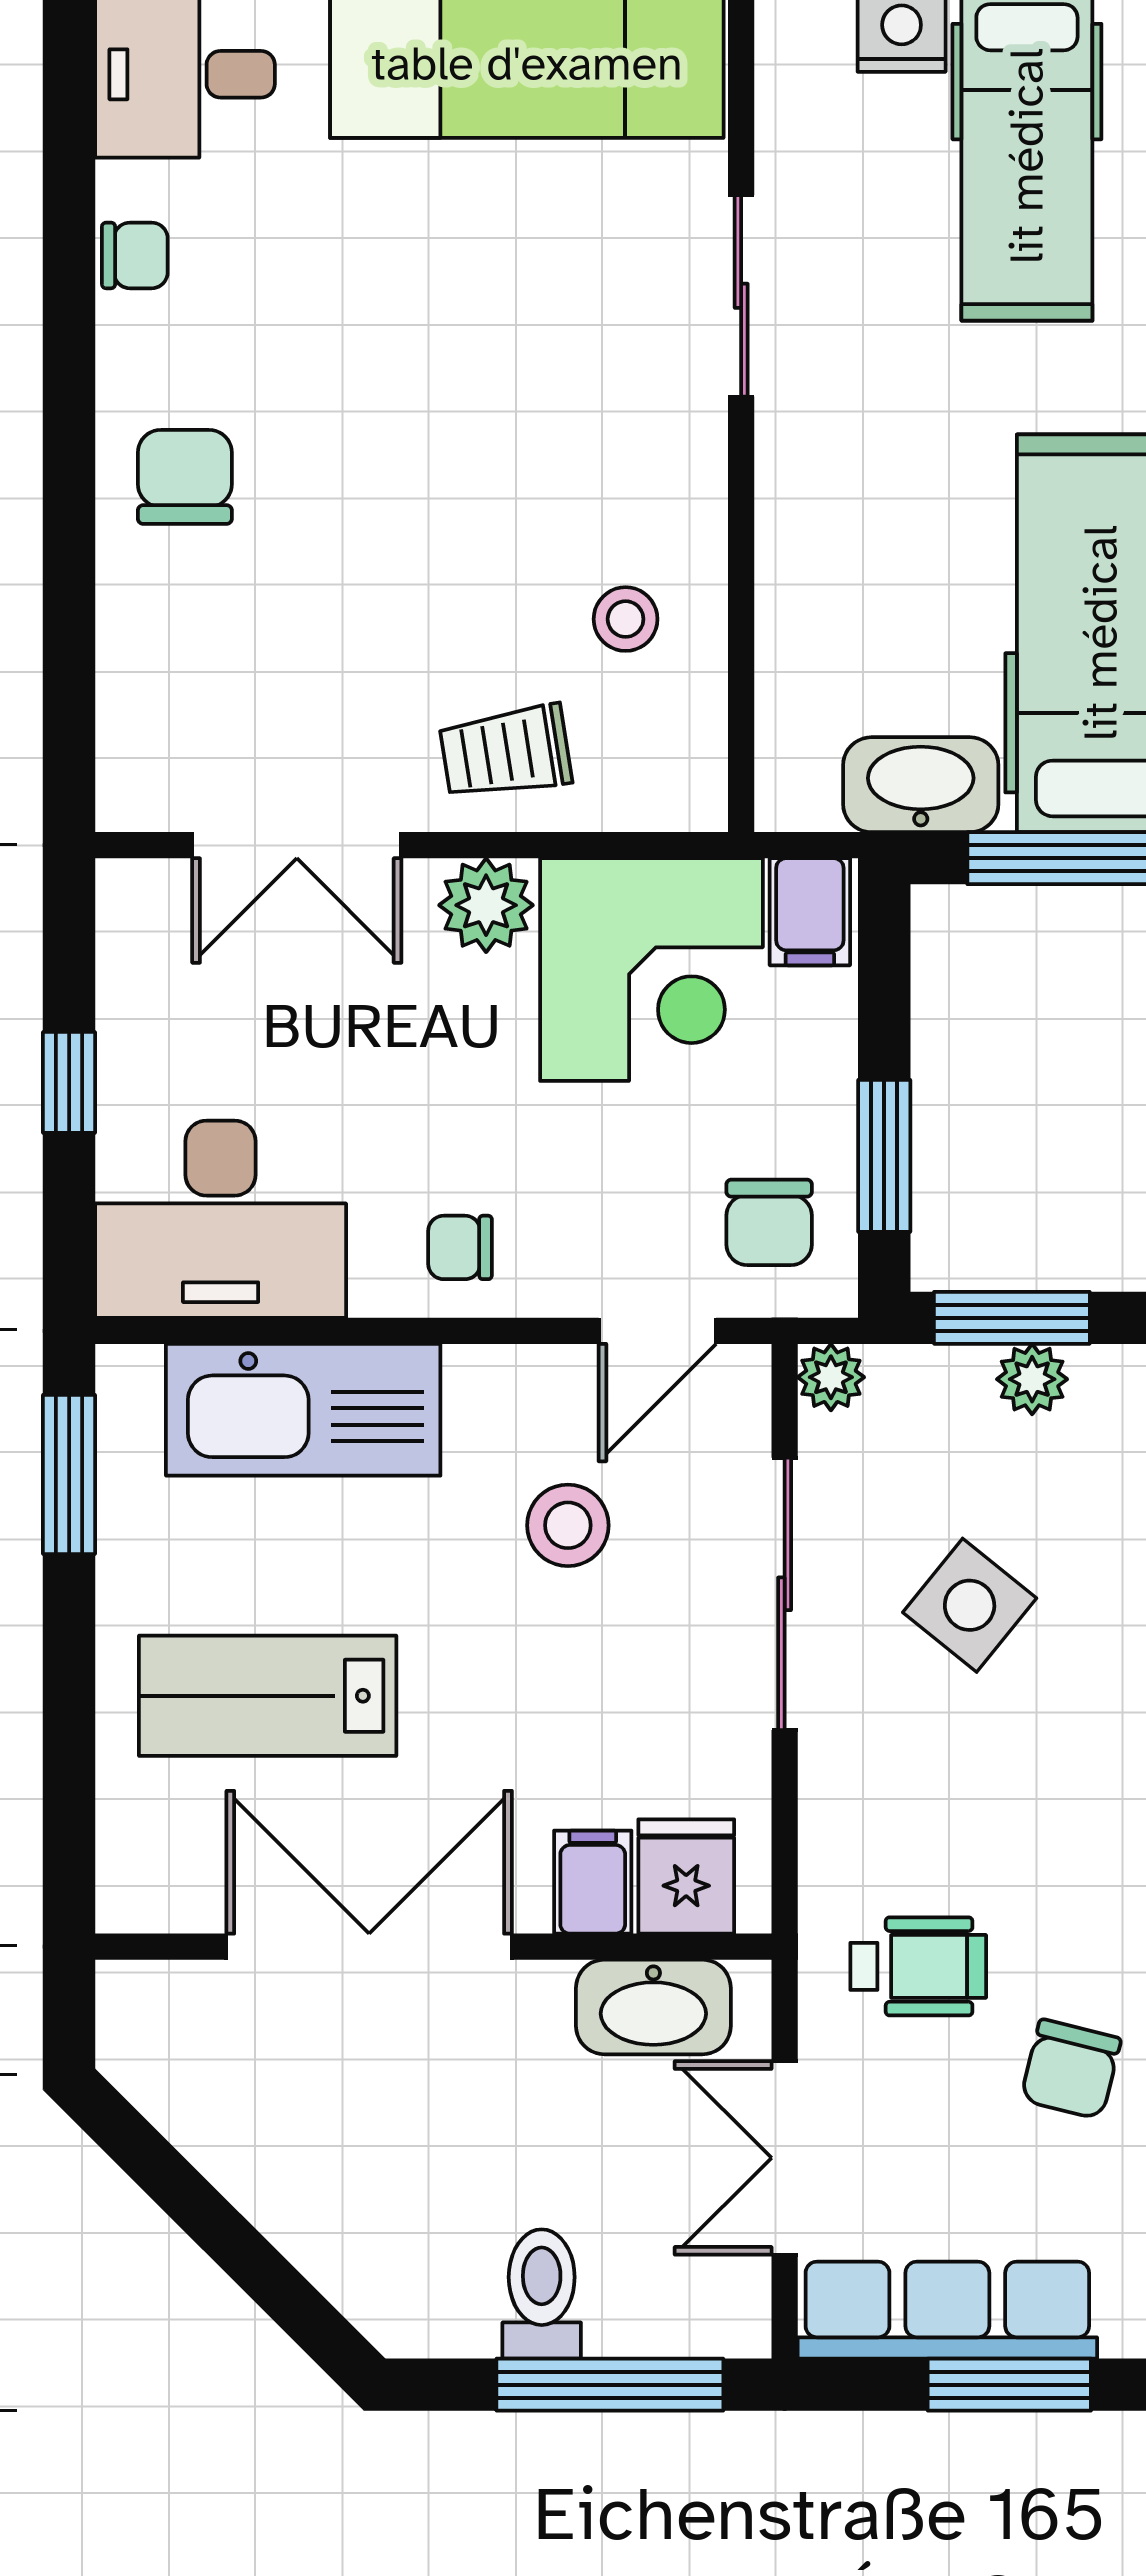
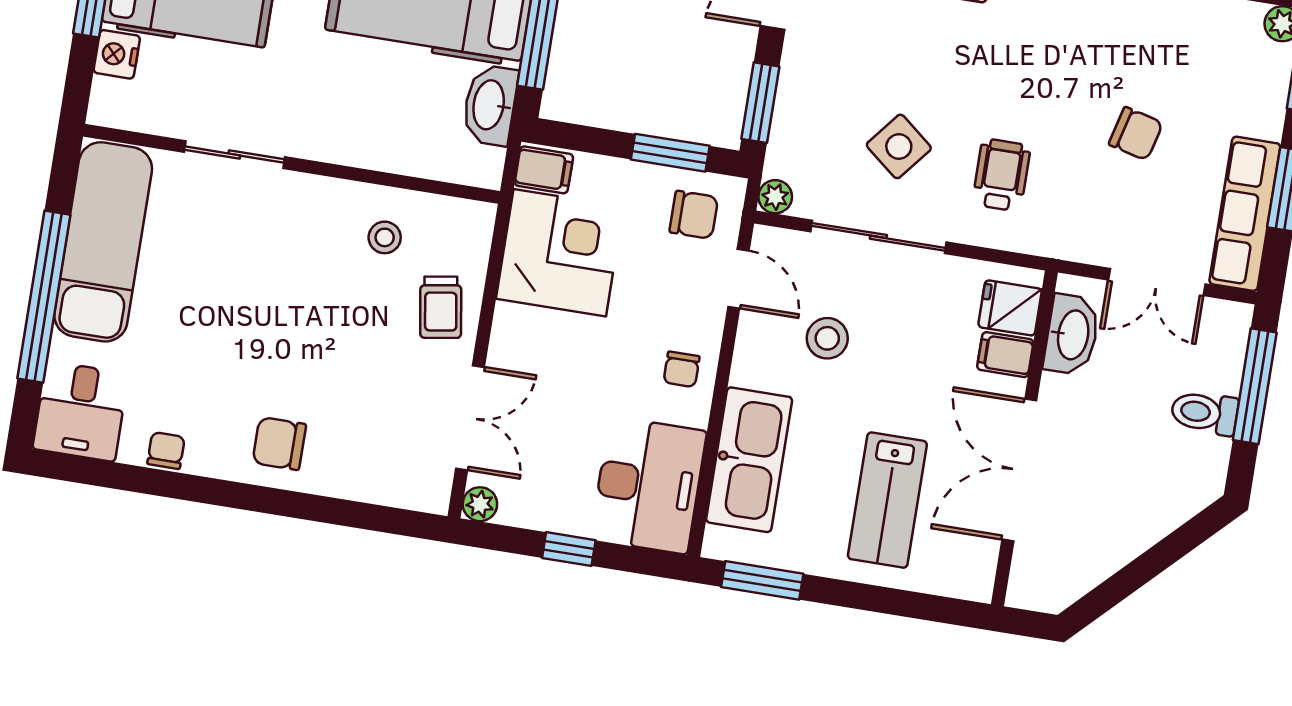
plant: (486, 905) -> (480, 504), moved, width x0.73, depth x0.73
plant: (1032, 1379) -> (792, 98), removed
wheelchair: (918, 1966) -> (1001, 175), moved

